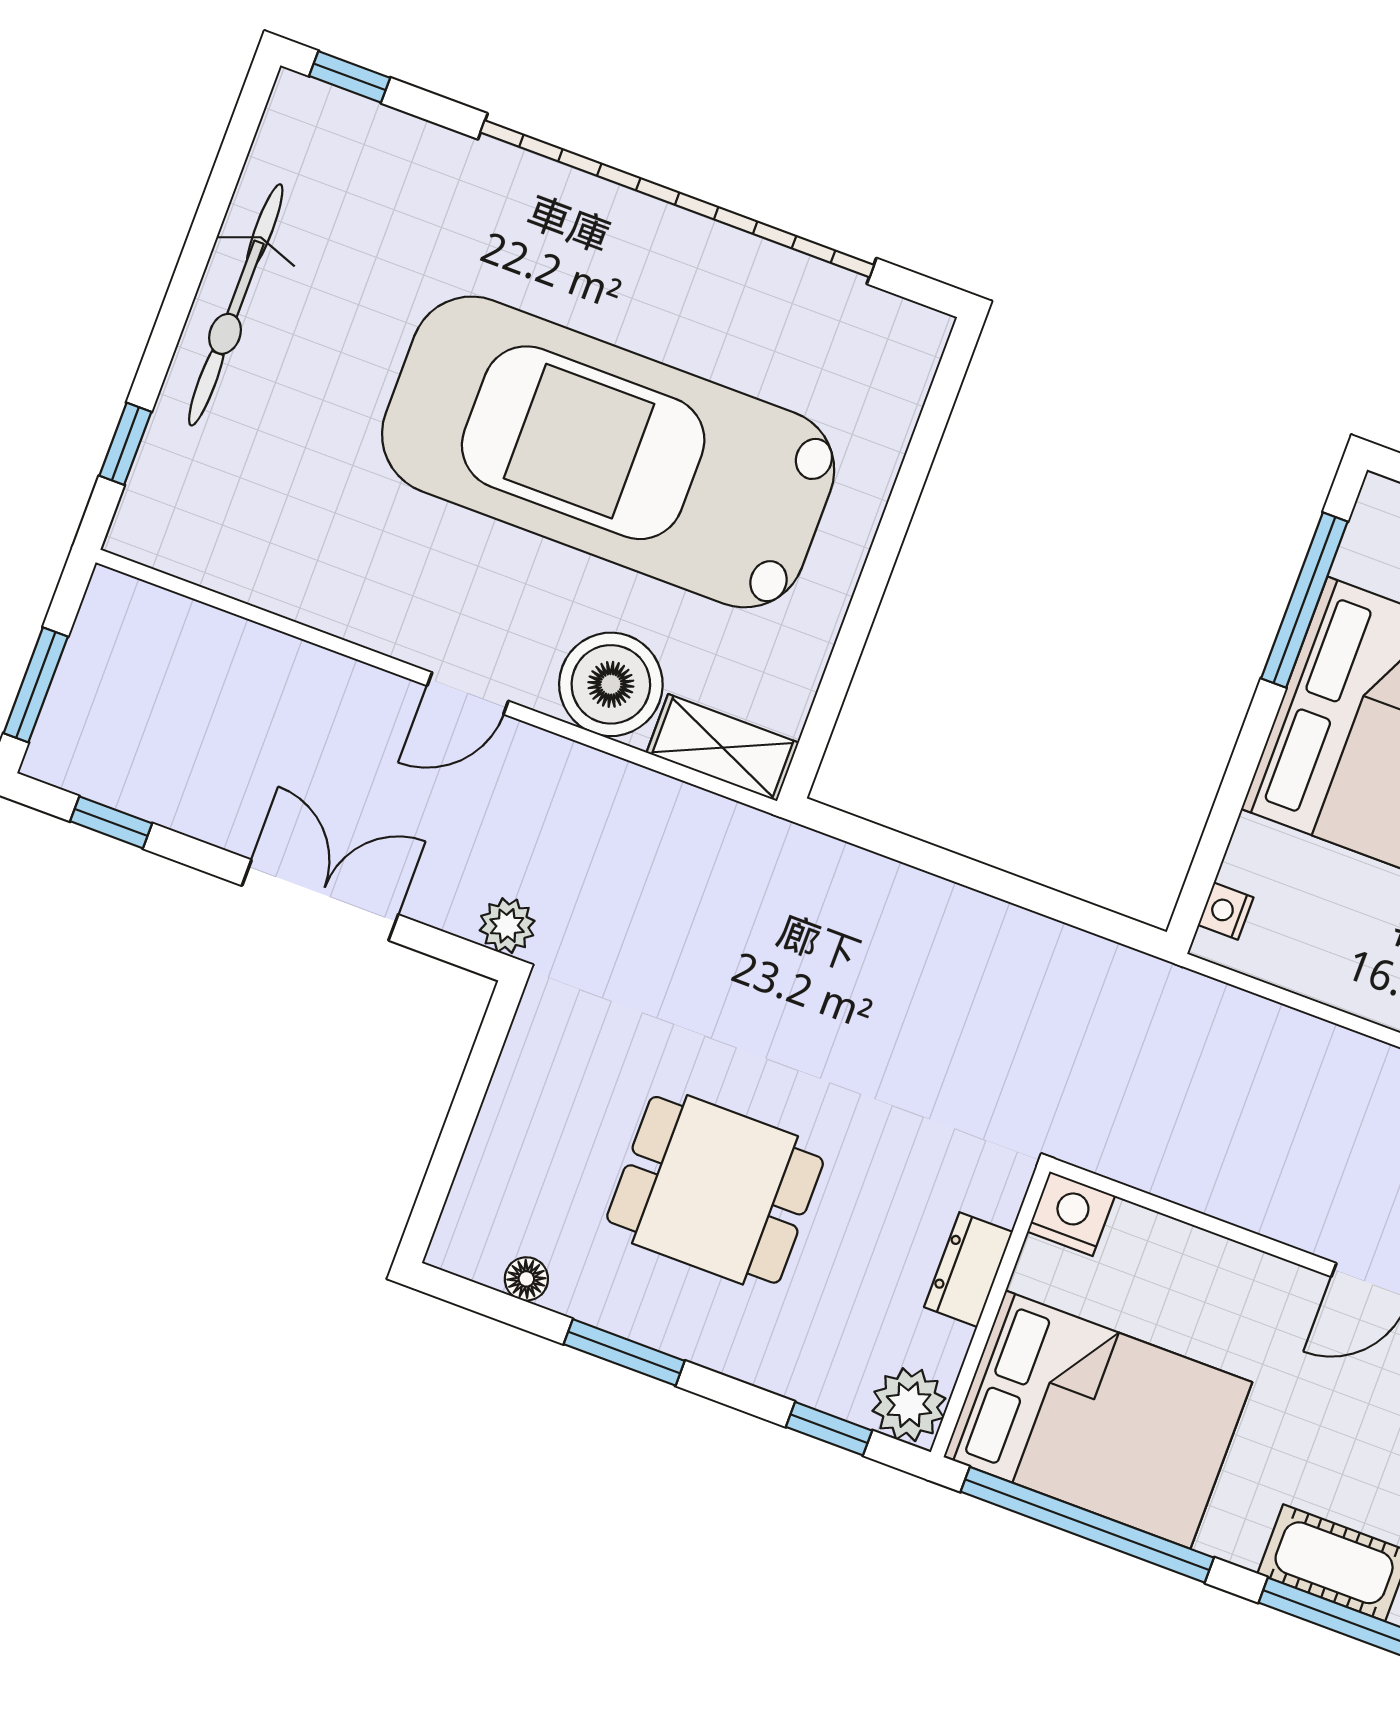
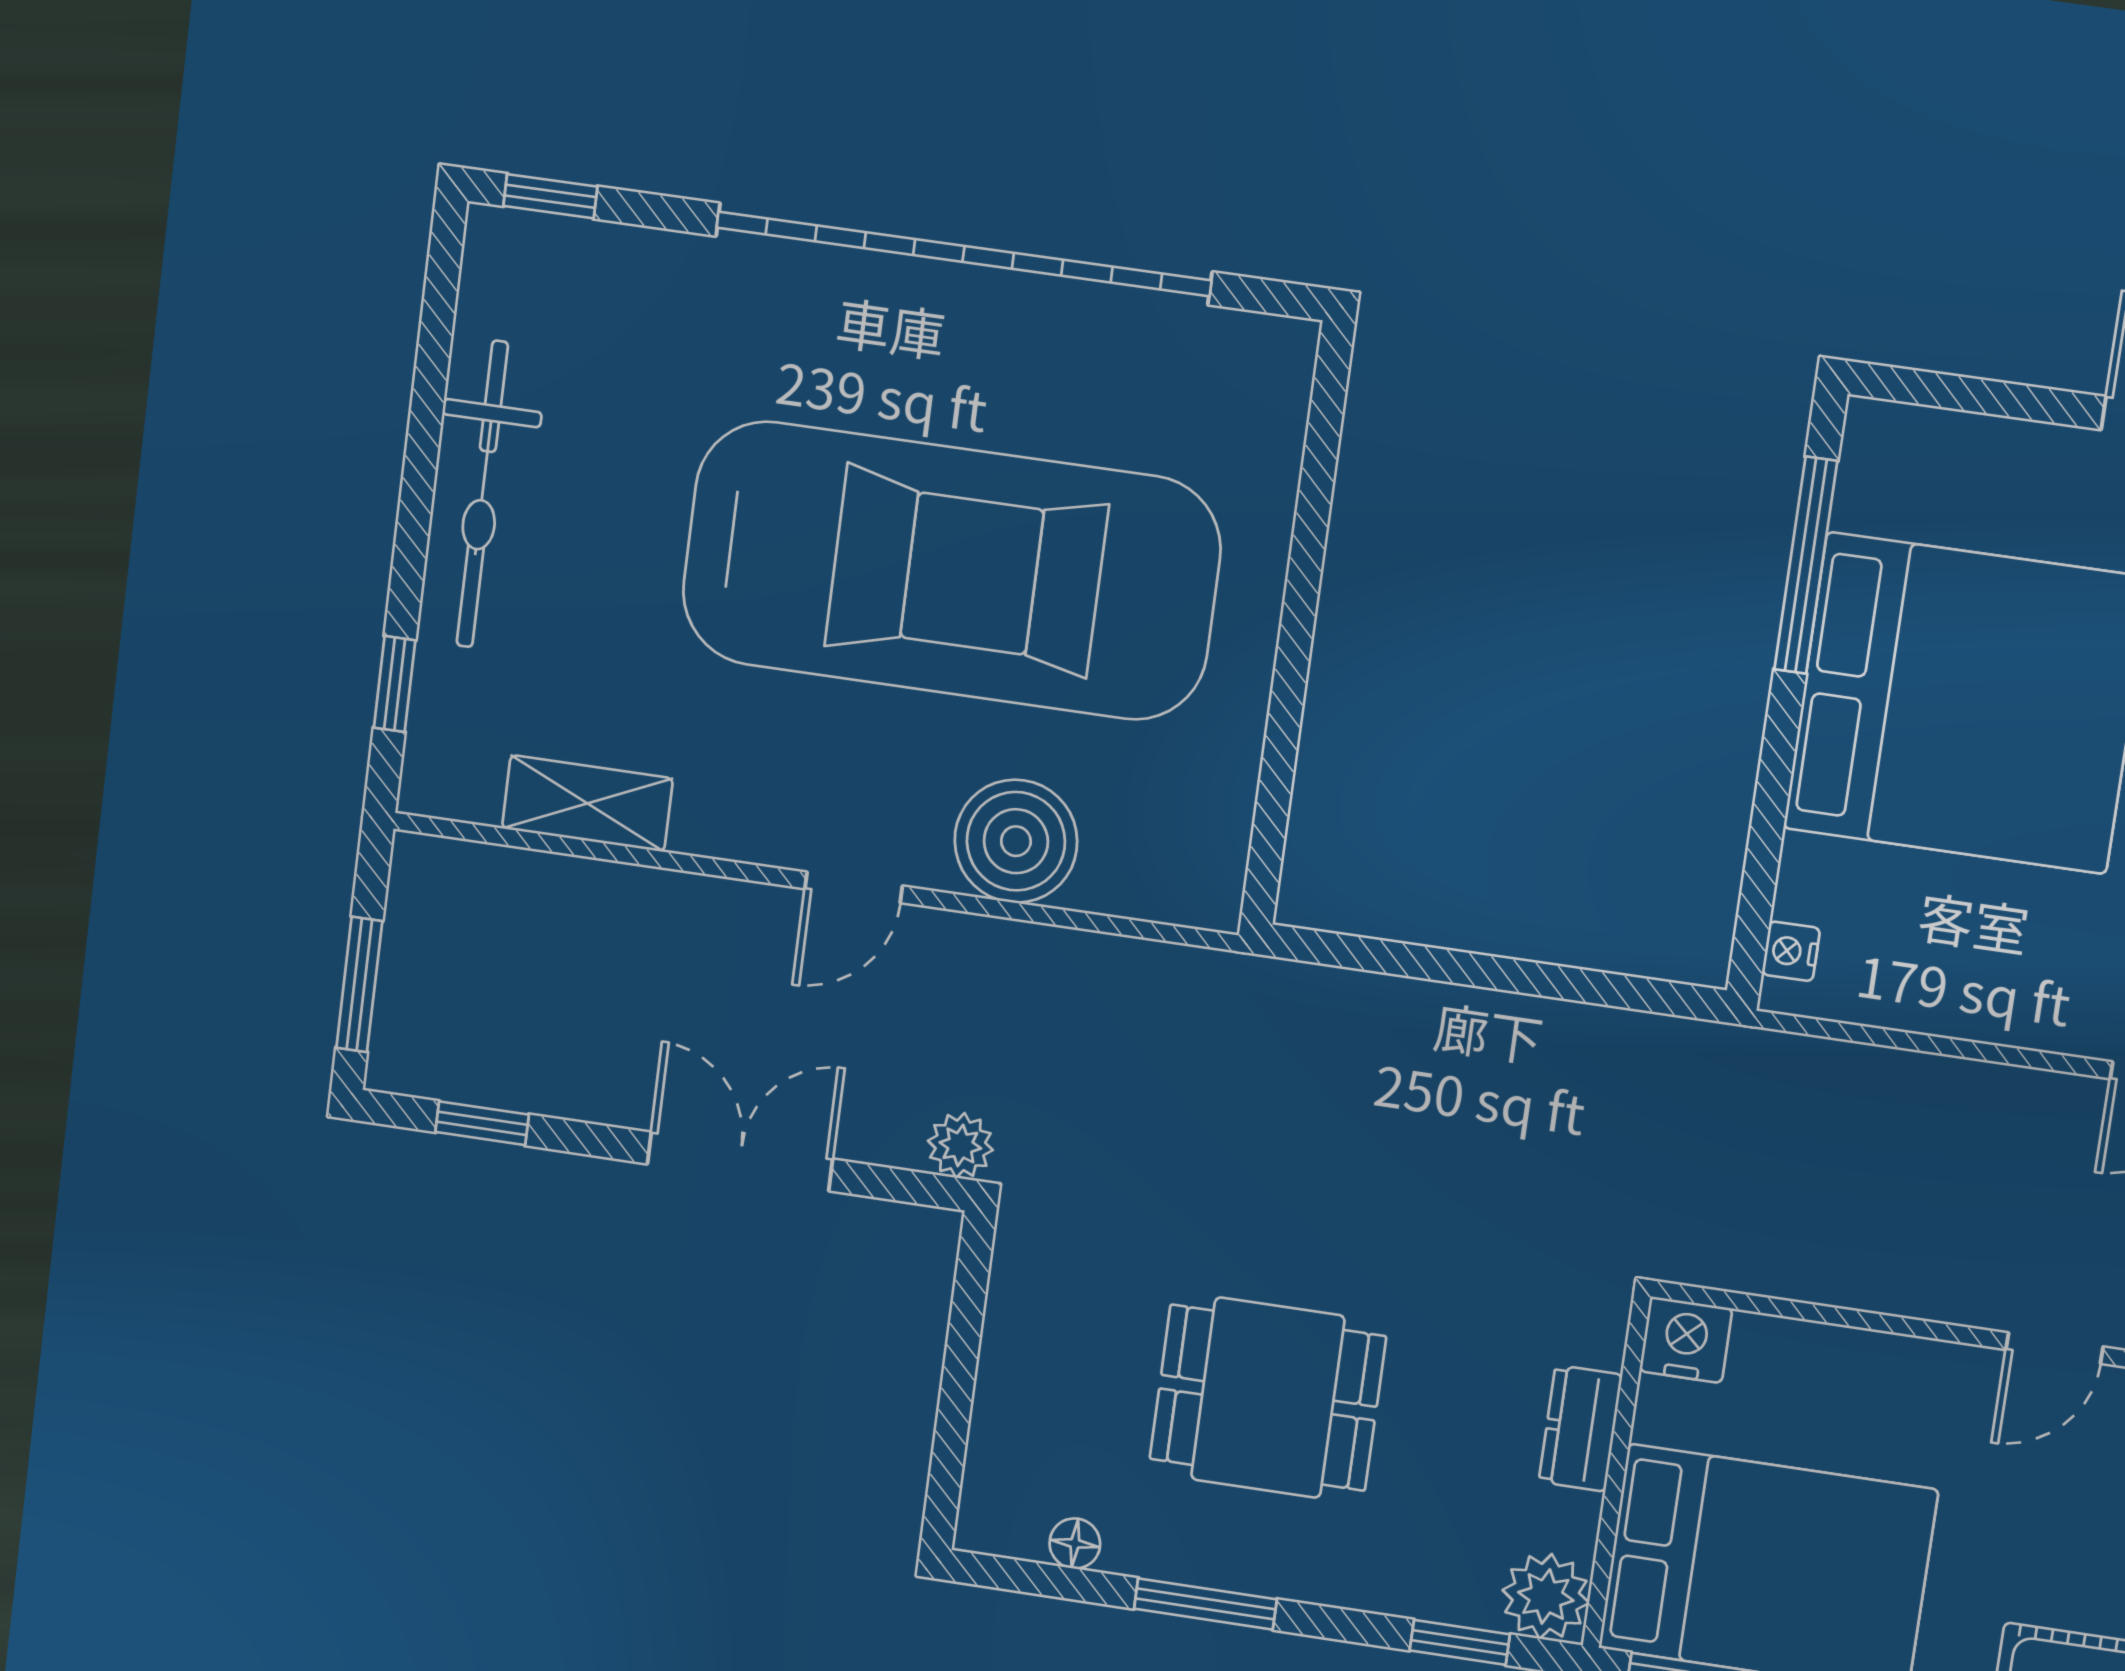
car: (608, 452) -> (951, 571), turned 180
shelving: (723, 748) -> (587, 803), moved

